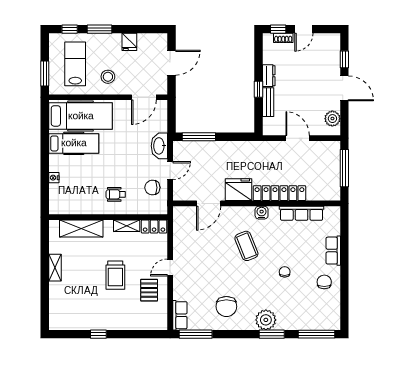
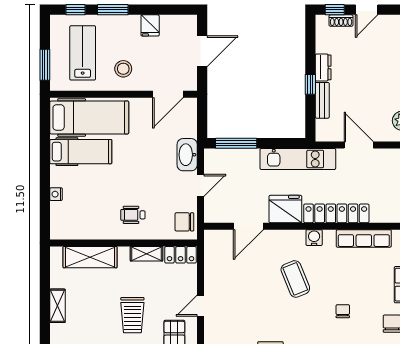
kitchen unit: (248, 149) -> (298, 159), added
chair: (152, 188) -> (184, 222), moved

